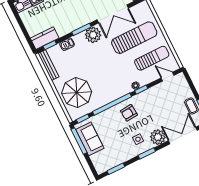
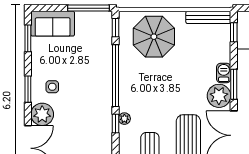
barbecue: (67, 44) -> (224, 73), moved
armchair: (129, 113) -> (93, 92), removed
sofa: (90, 139) -> (53, 24), moved

